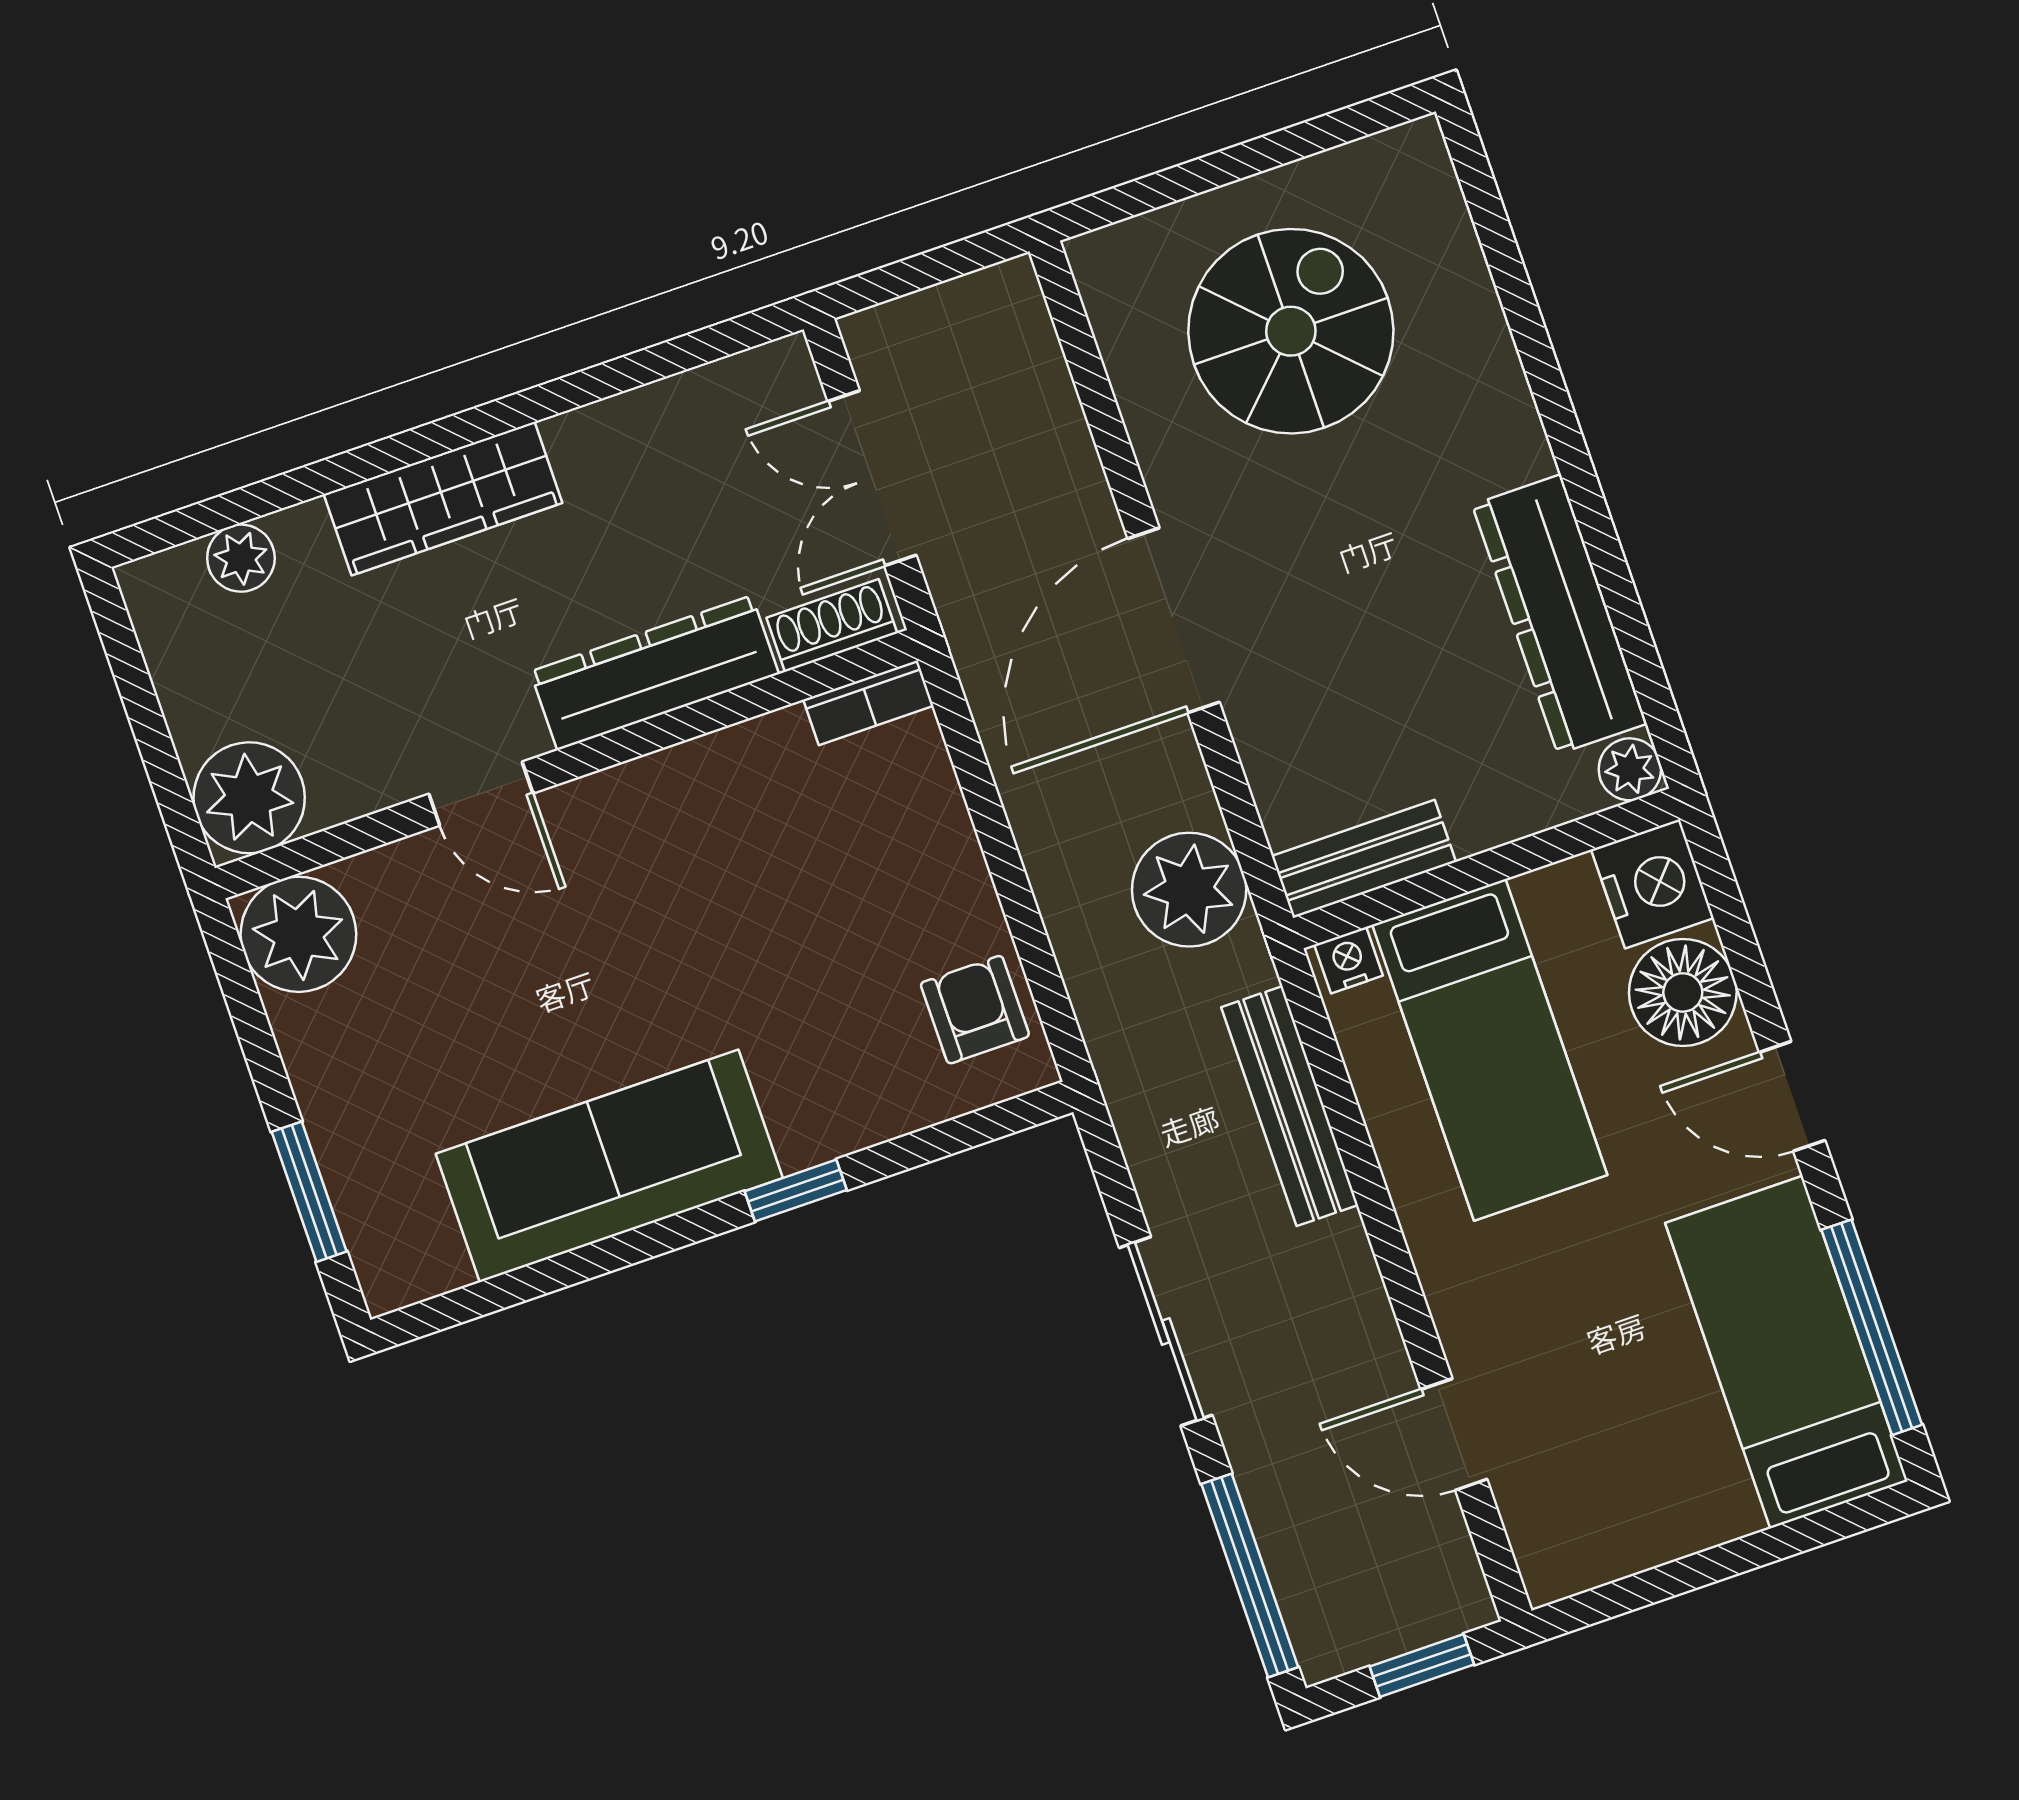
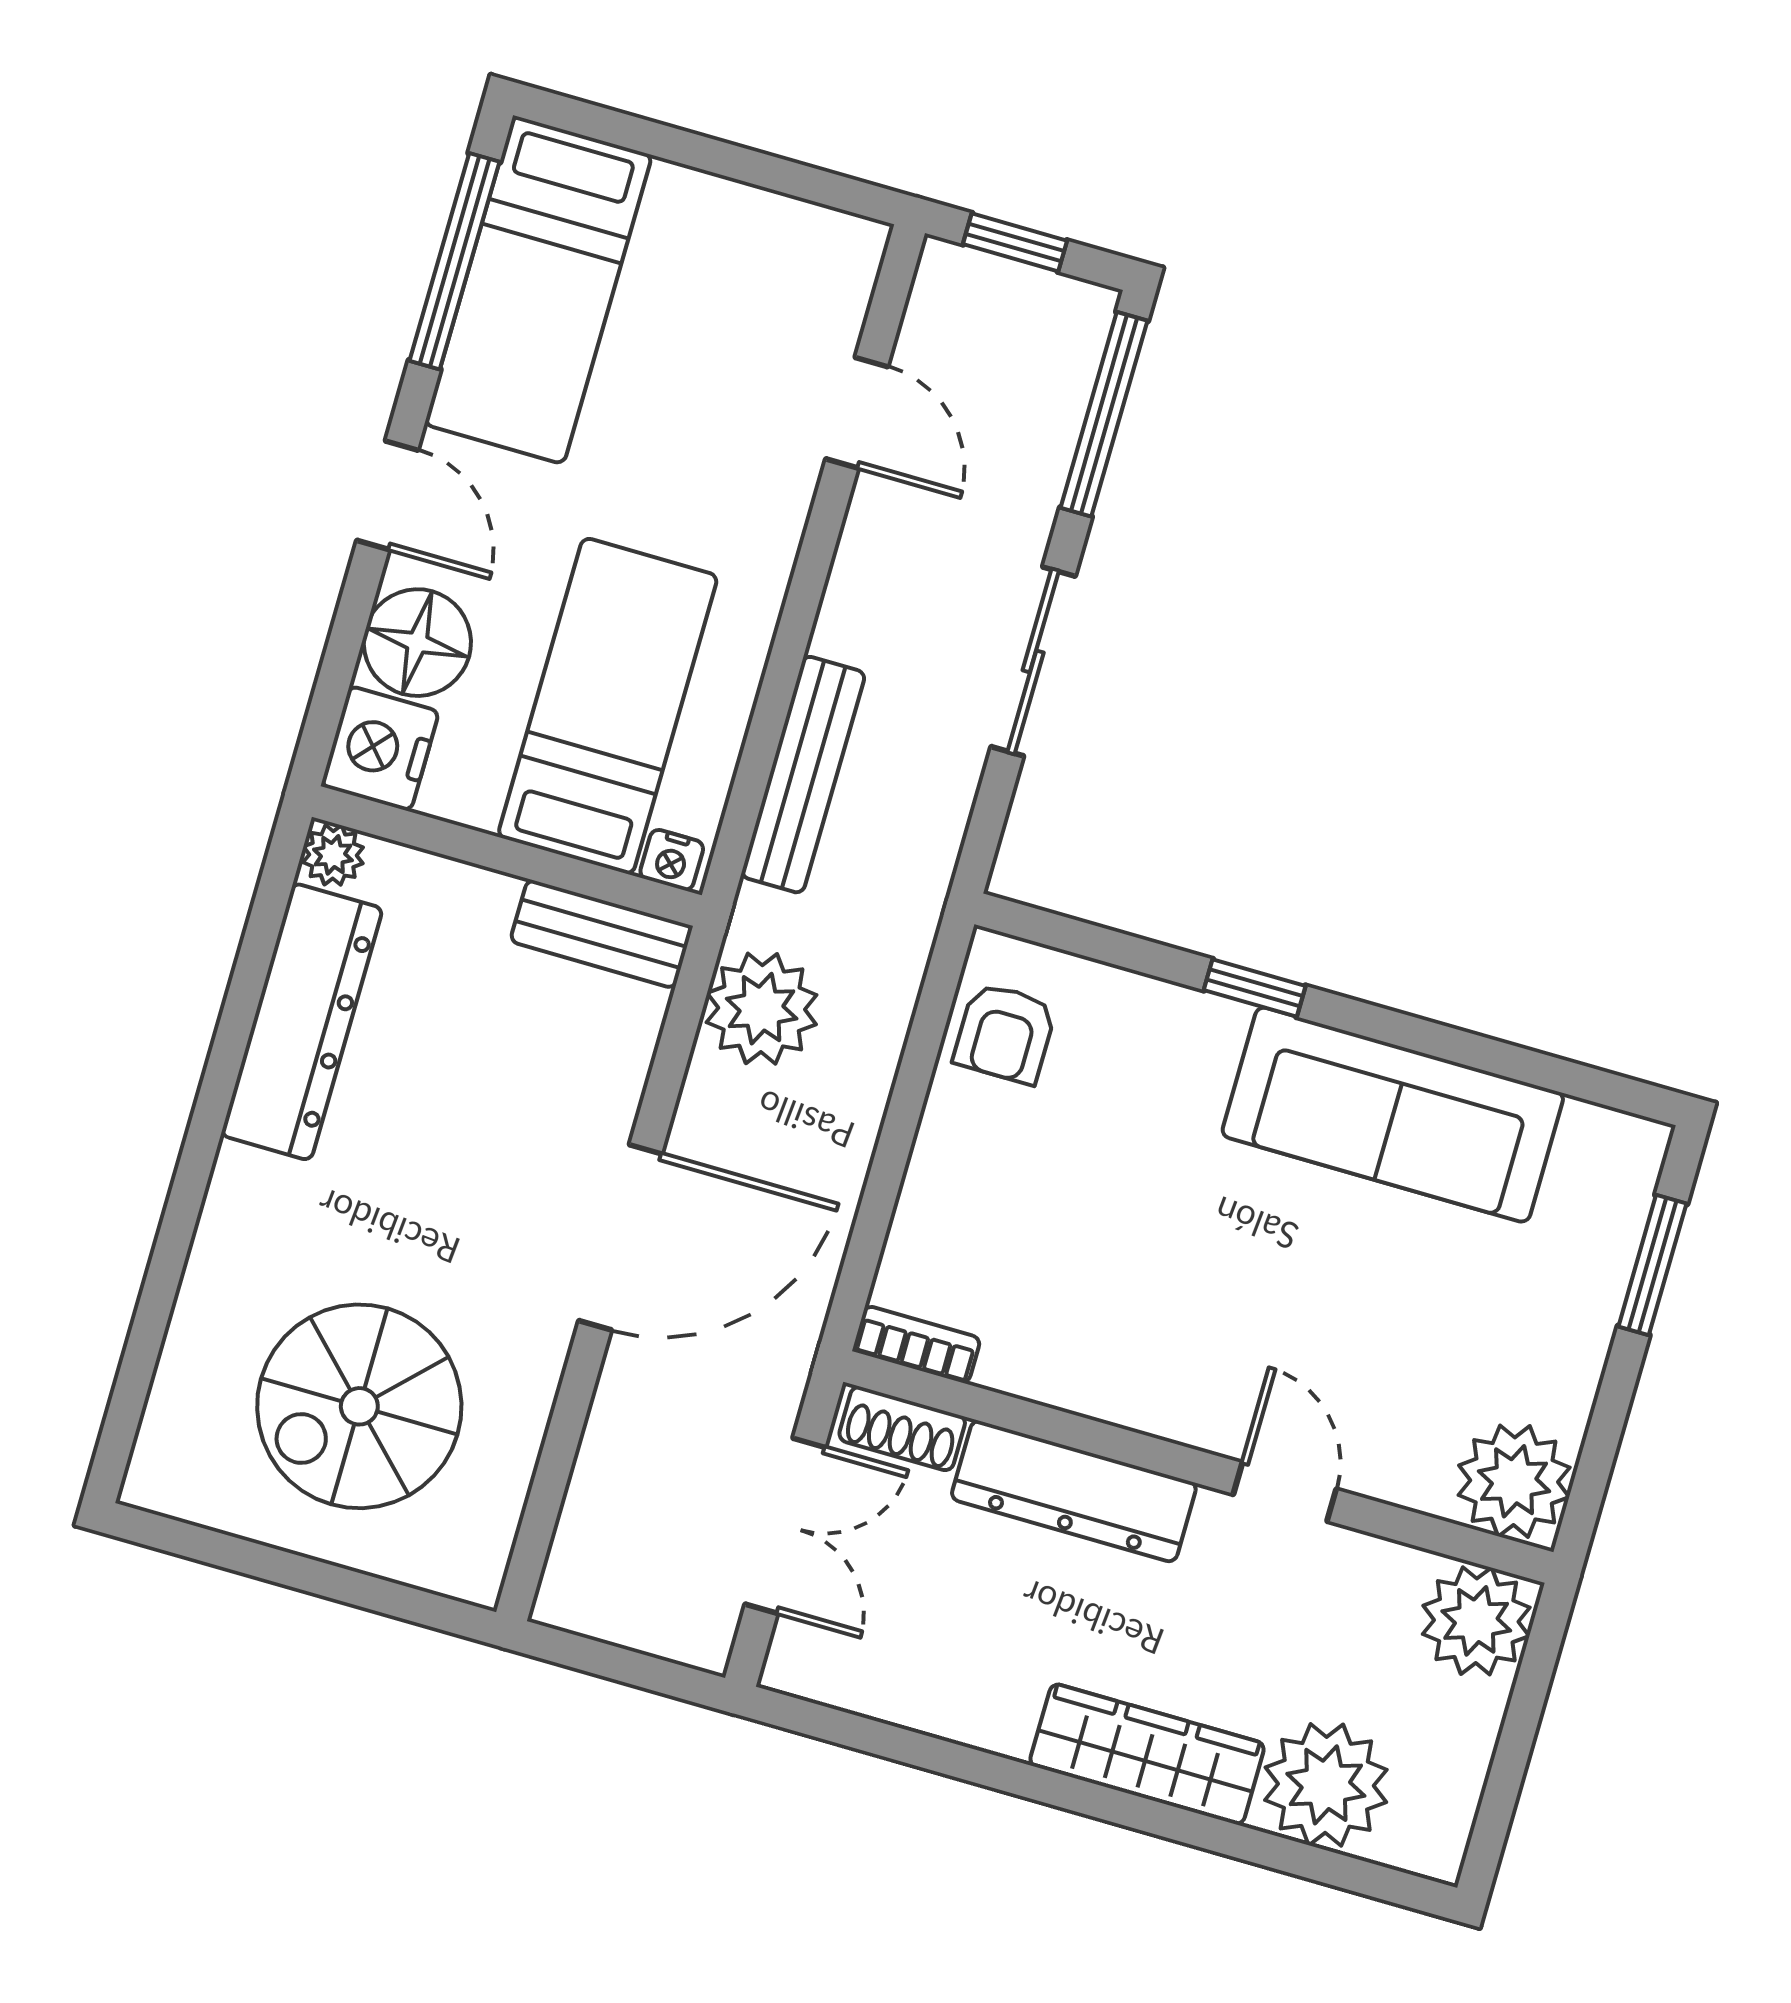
plant: (241, 558) -> (1326, 1785), width x1.88, depth x1.88

